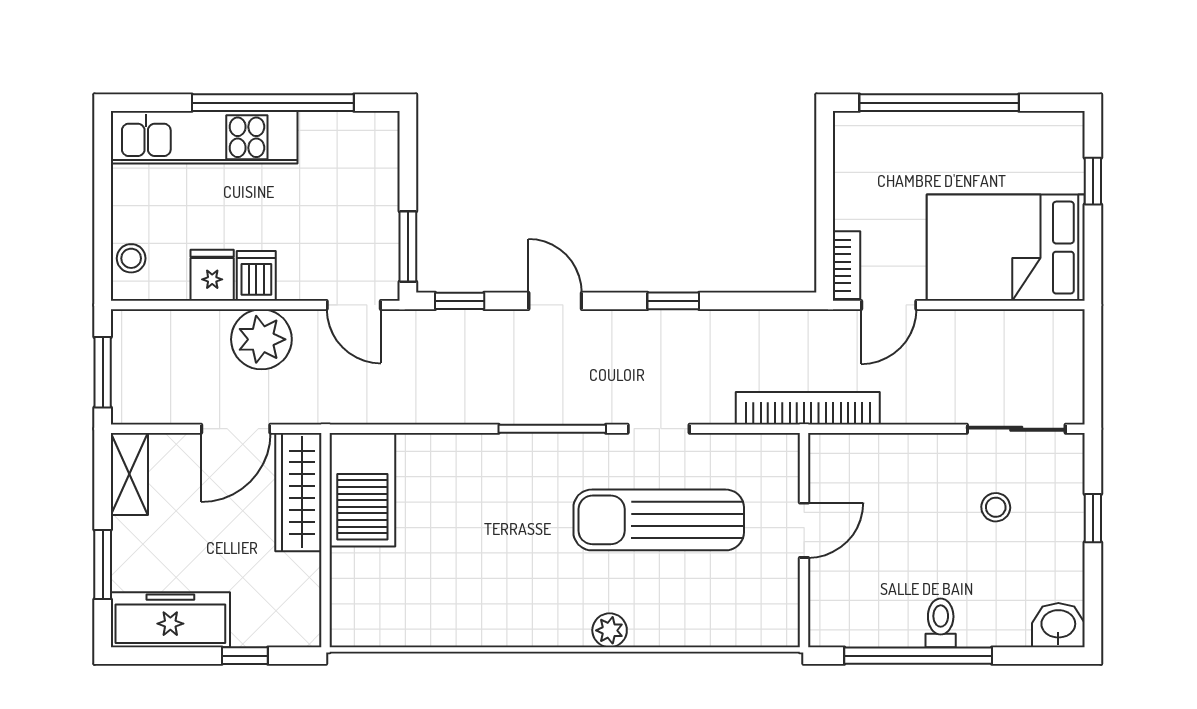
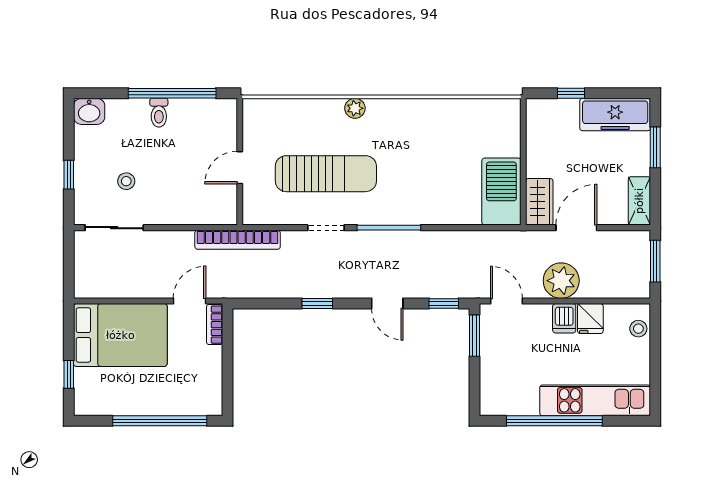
wardrobe: (298, 492) -> (539, 202), width x0.67

